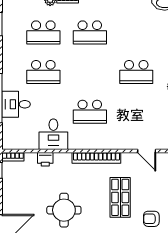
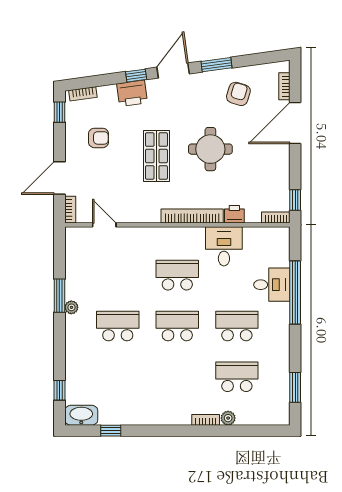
school desk: (90, 32) -> (177, 326), moved
bookcase: (96, 158) -> (192, 216), moved
shop shelf: (120, 197) -> (156, 156), moved

